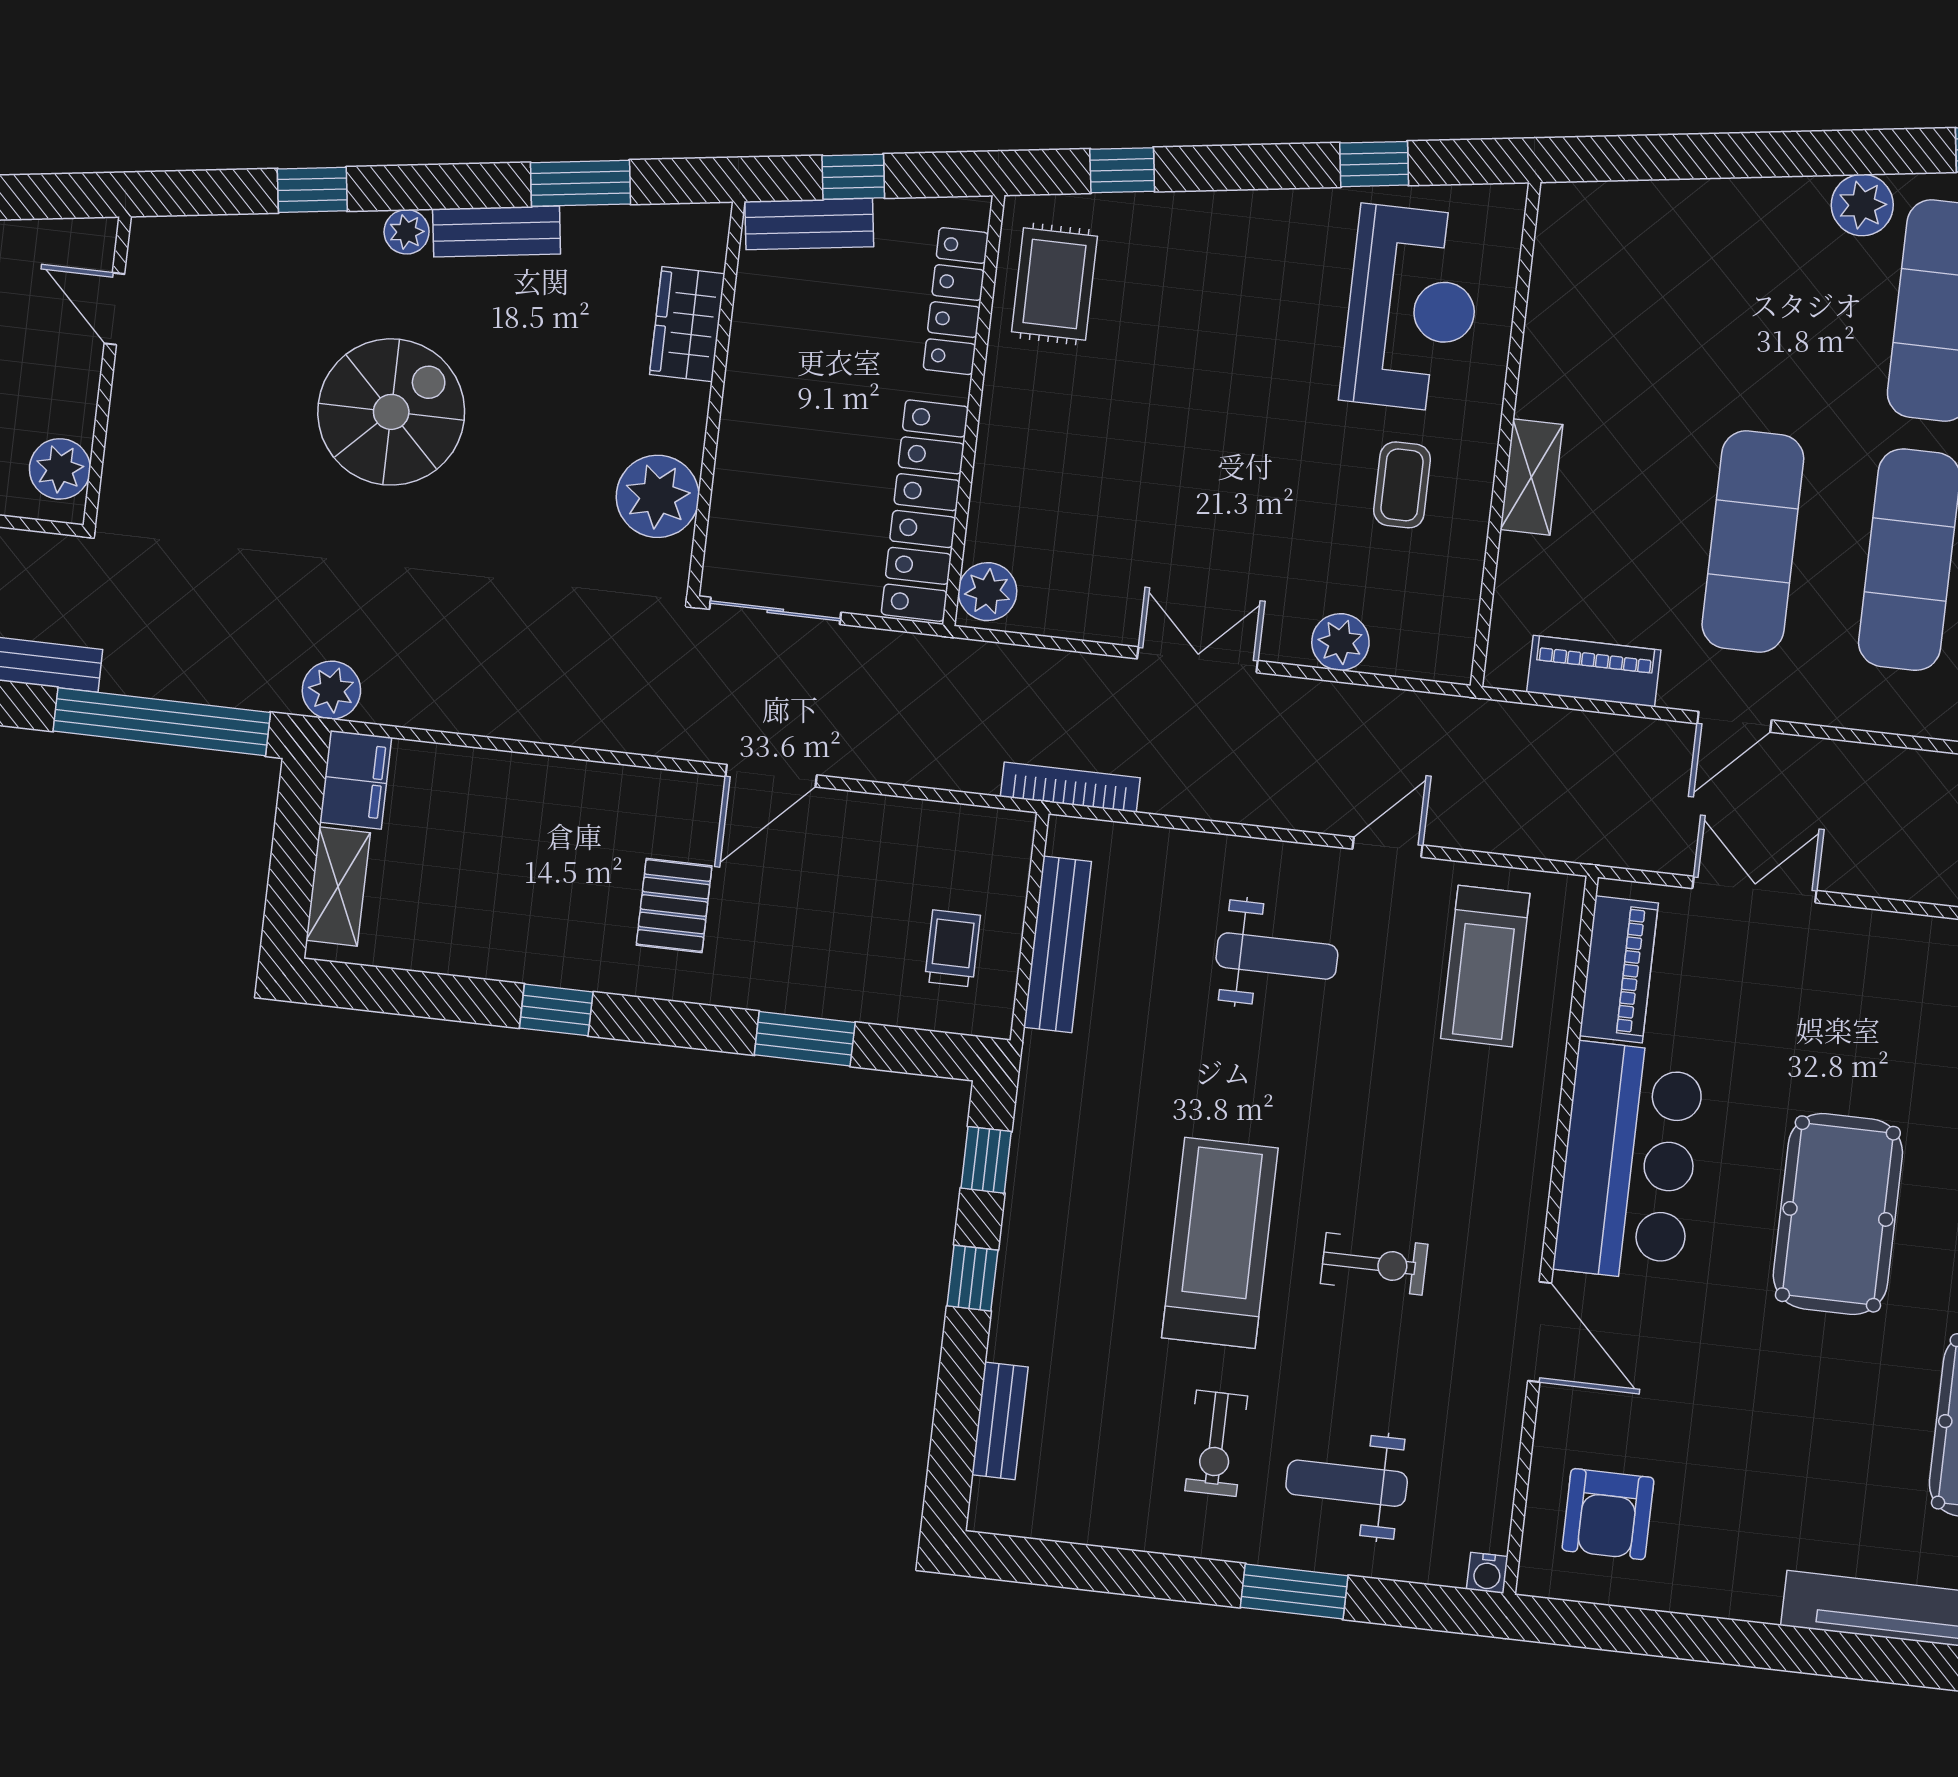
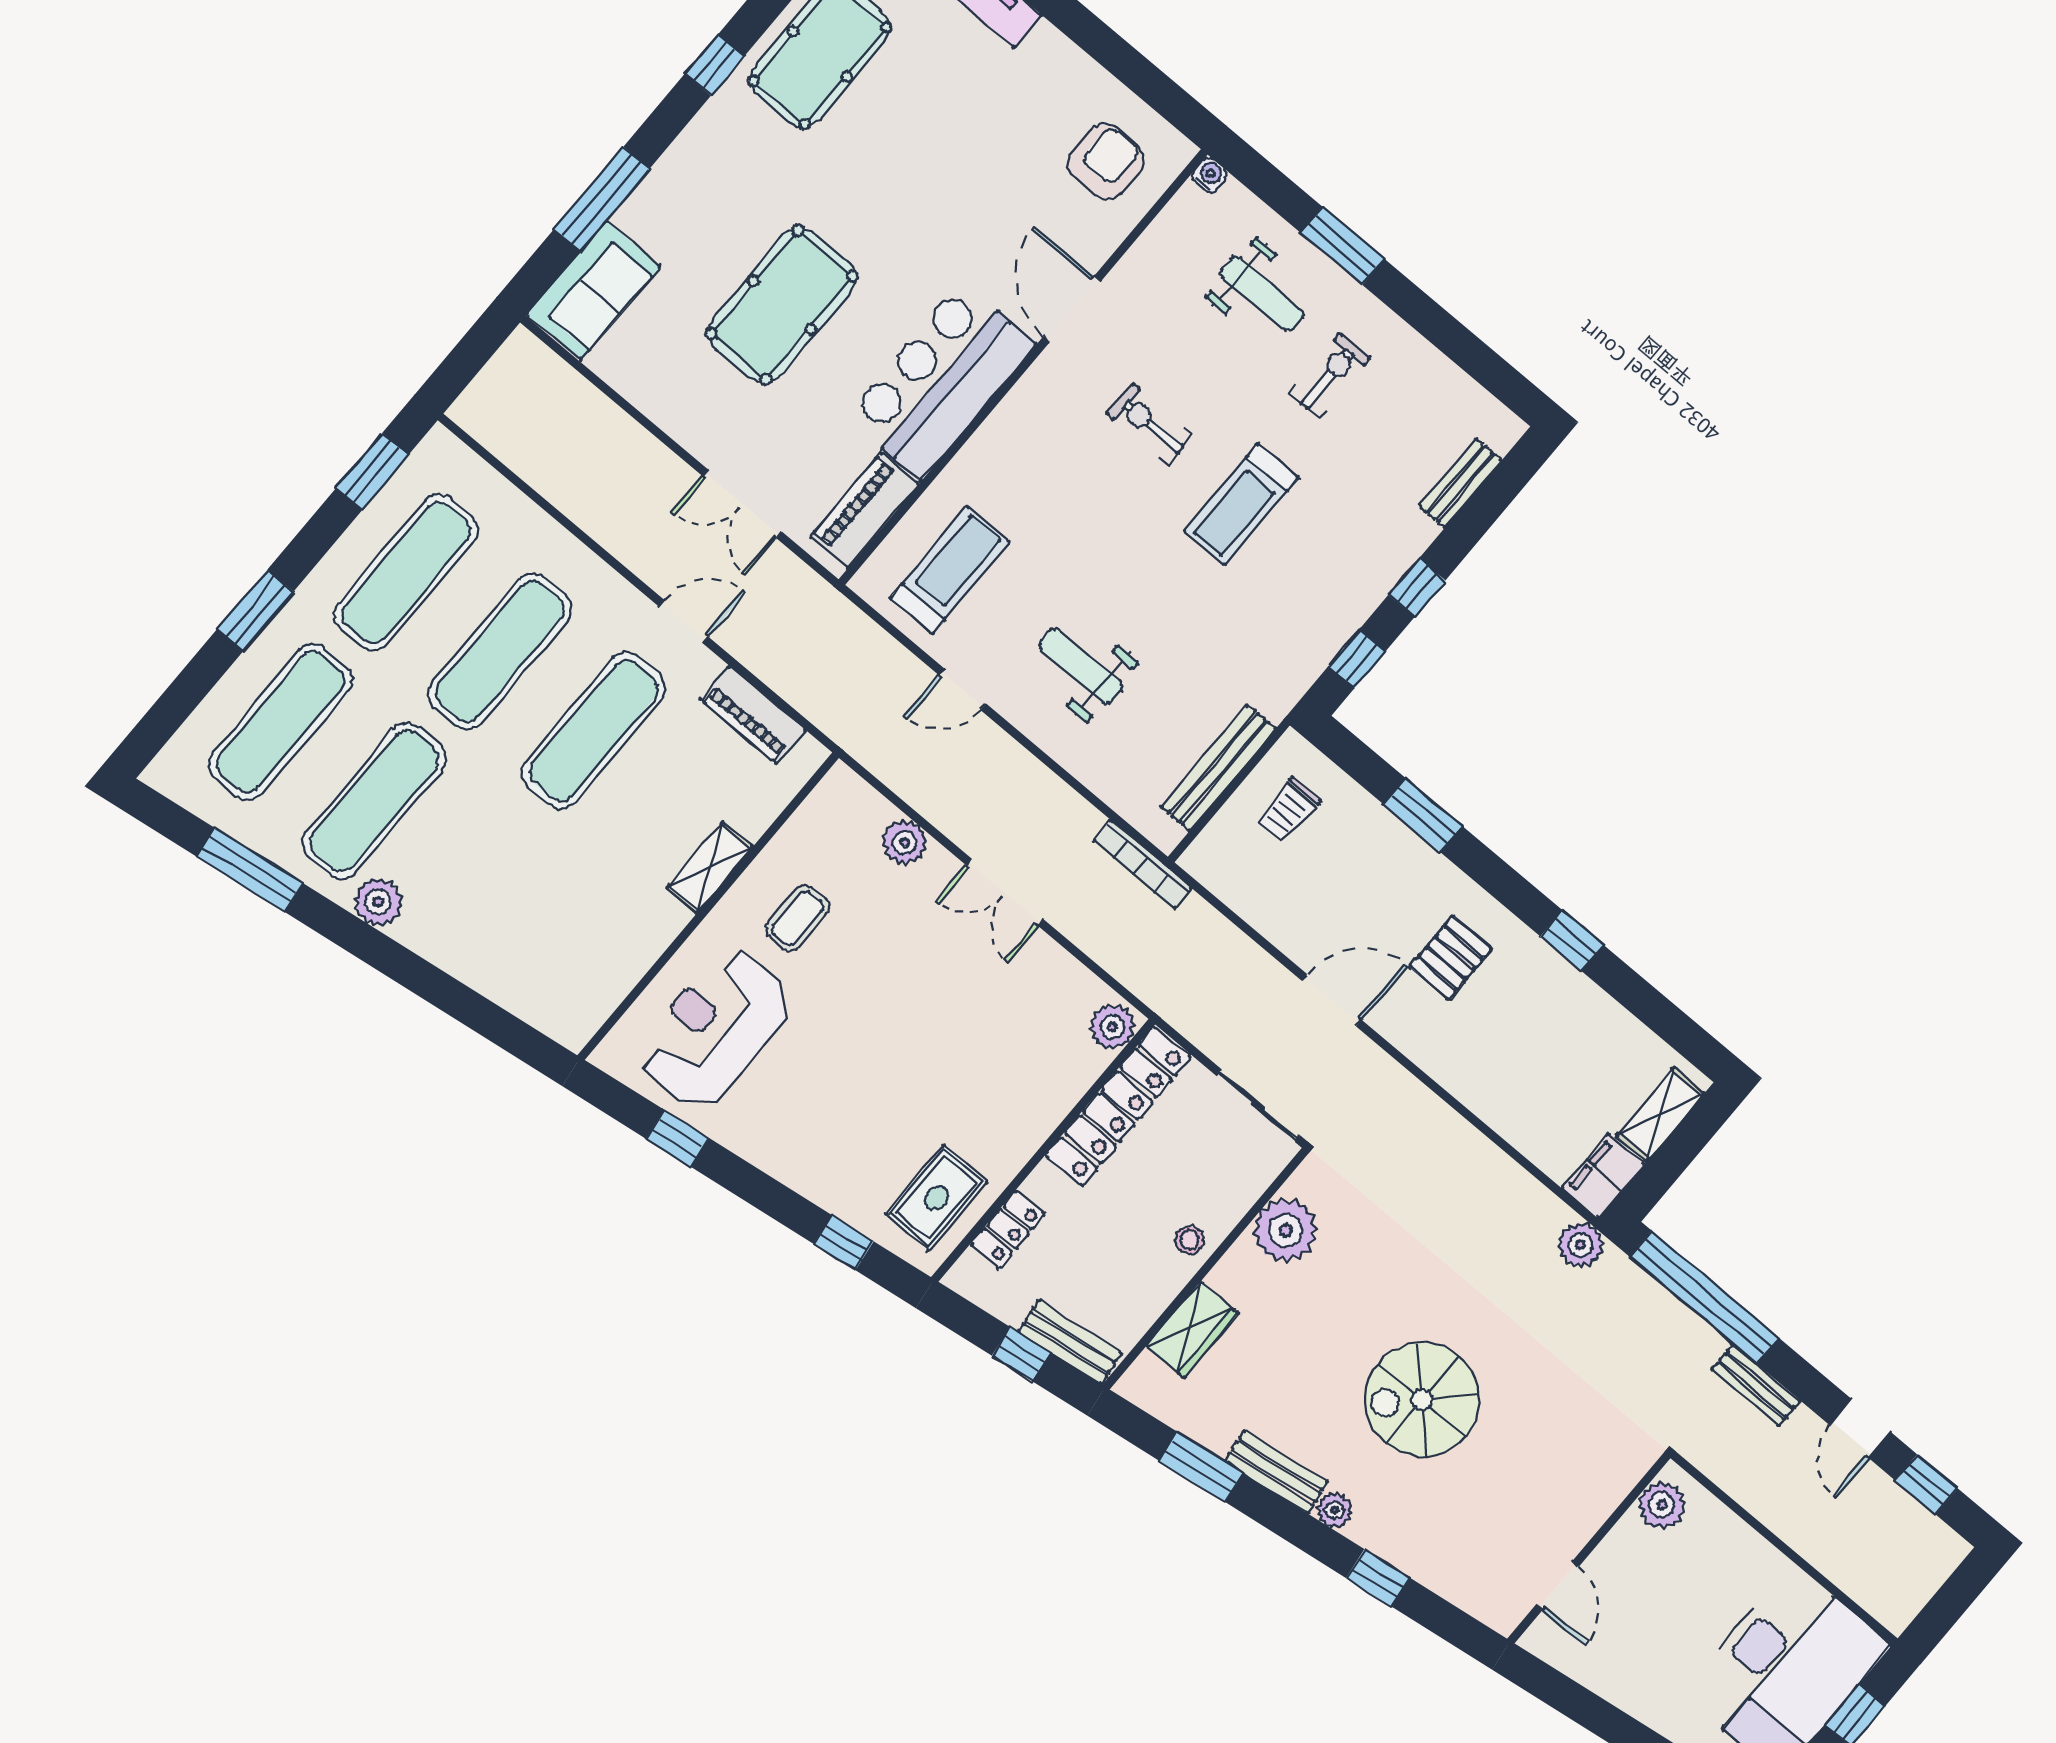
locker: (956, 301) -> (1008, 1229), width x0.66
stool: (754, 418) -> (1189, 1240), added
pool table: (1838, 1214) -> (782, 305), moved
treadmill: (1220, 1243) -> (1241, 504), width x0.73, depth x0.73

